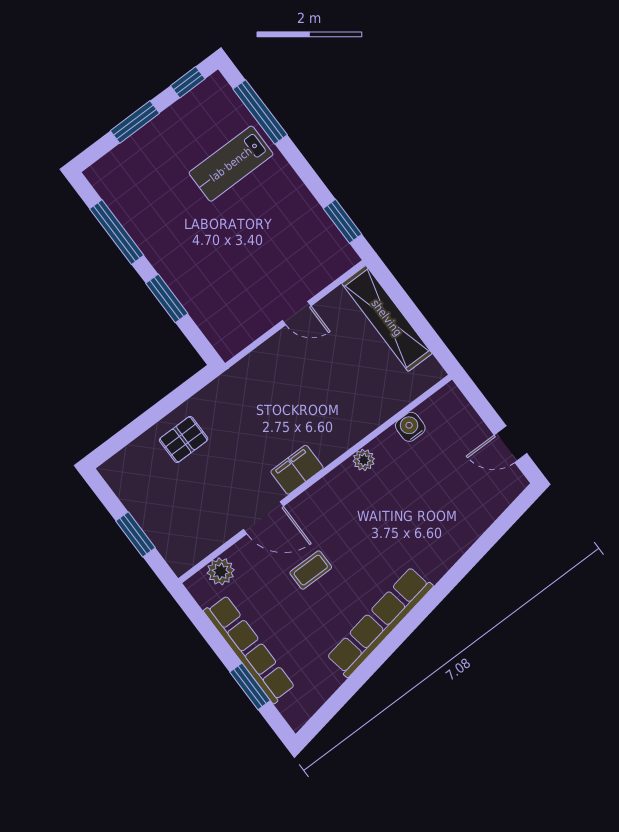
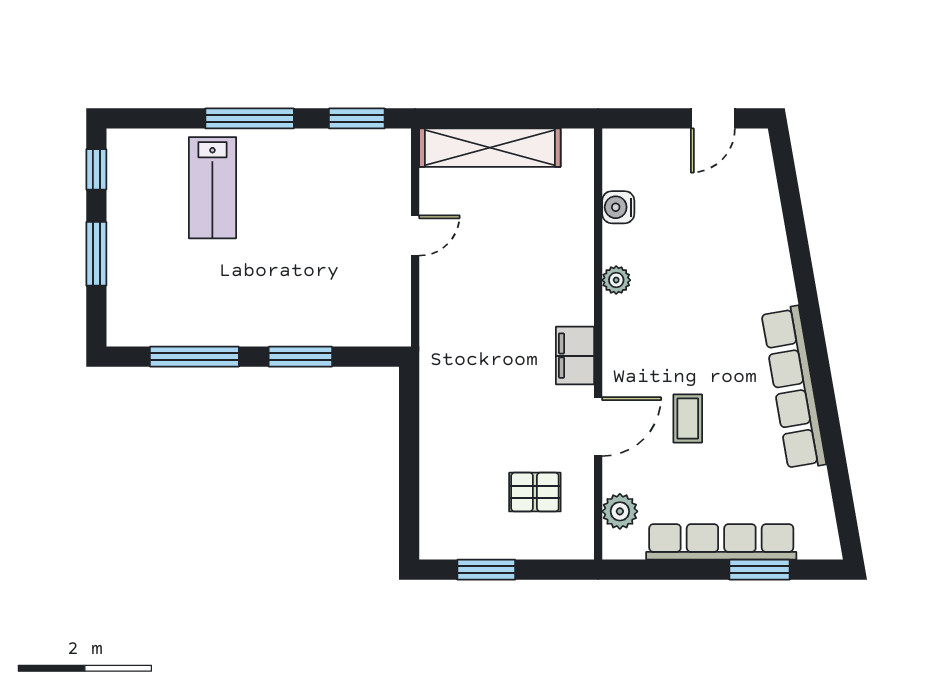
window: (260, 112) -> (250, 118), moved
pallet: (184, 439) -> (535, 492), moved, turned 90
window: (135, 534) -> (486, 570), moved

